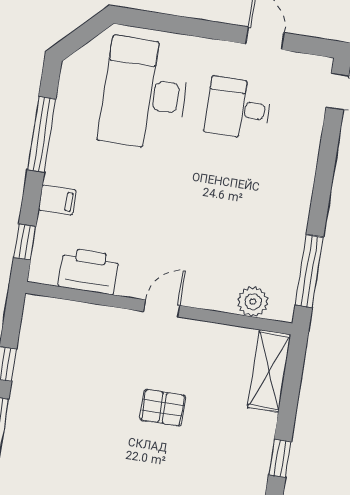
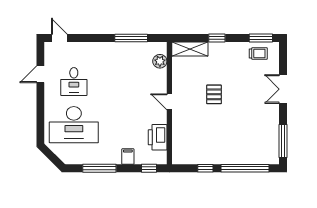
window: (309, 271) -> (131, 38), moved
window: (280, 458) -> (217, 38), moved

